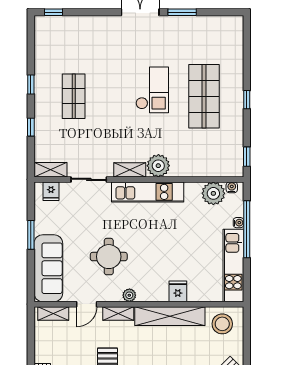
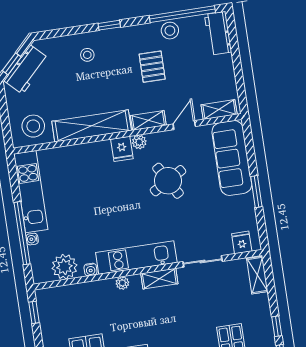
window: (31, 127) -> (277, 326), moved
plant: (158, 166) -> (122, 283), width x0.53, depth x0.53
shelving: (50, 170) -> (257, 275), moved, turned 90
water cooler: (232, 187) -> (91, 270), moved
round table: (109, 257) -> (168, 181), turned -30
fridge: (178, 291) -> (122, 149), moved

